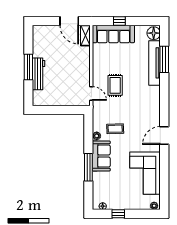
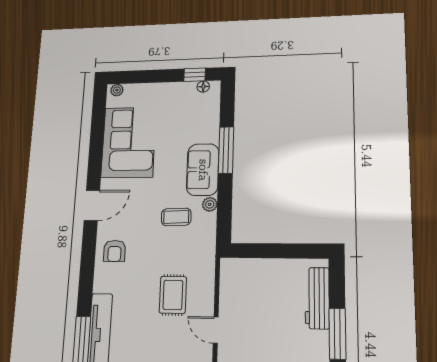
workbench: (39, 74) -> (317, 298), moved
door: (91, 93) -> (216, 330), moved
armchair: (149, 109) -> (114, 251), added
window: (118, 214) -> (195, 75), moved

